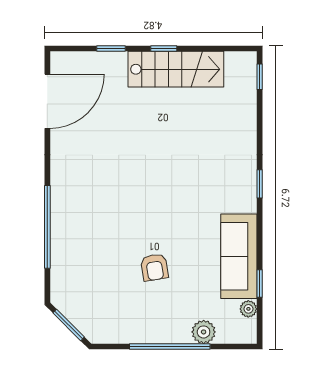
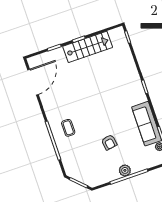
coffee table: (85, 212) -> (68, 128), added
plant: (204, 332) -> (125, 170), moved

